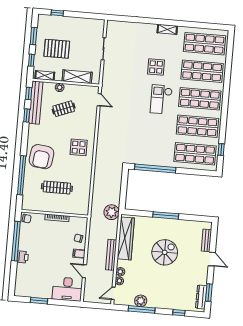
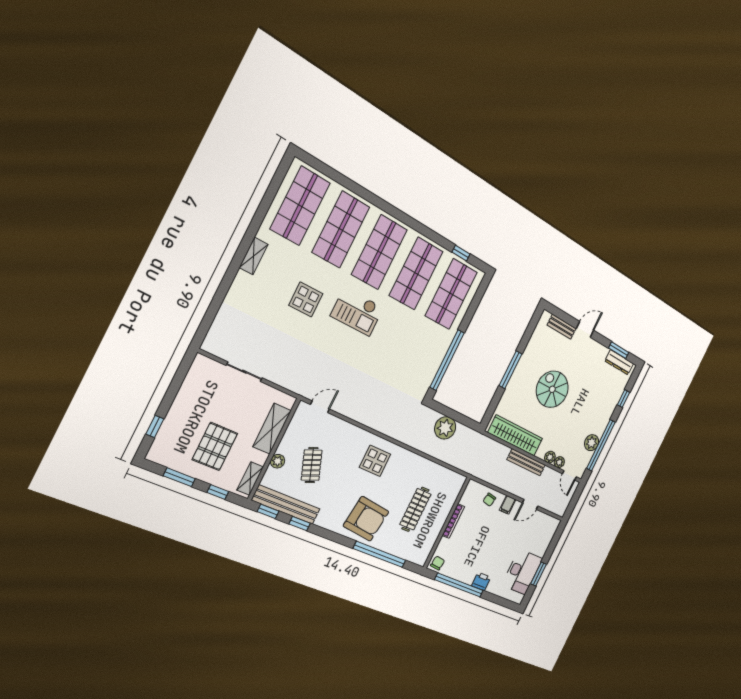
plant: (112, 212) -> (445, 428), moved
desk: (67, 289) -> (522, 572), moved
window: (142, 309) -> (601, 445), width x1.46

